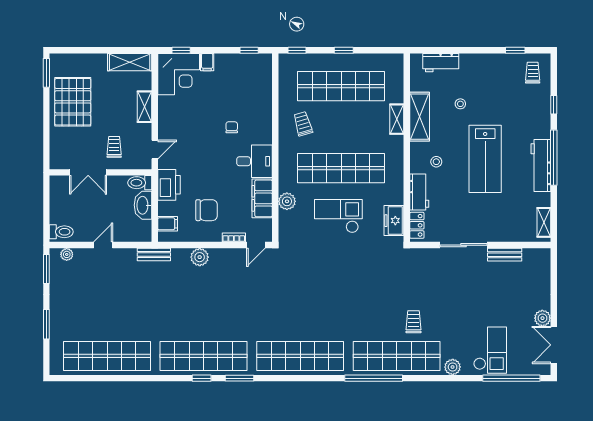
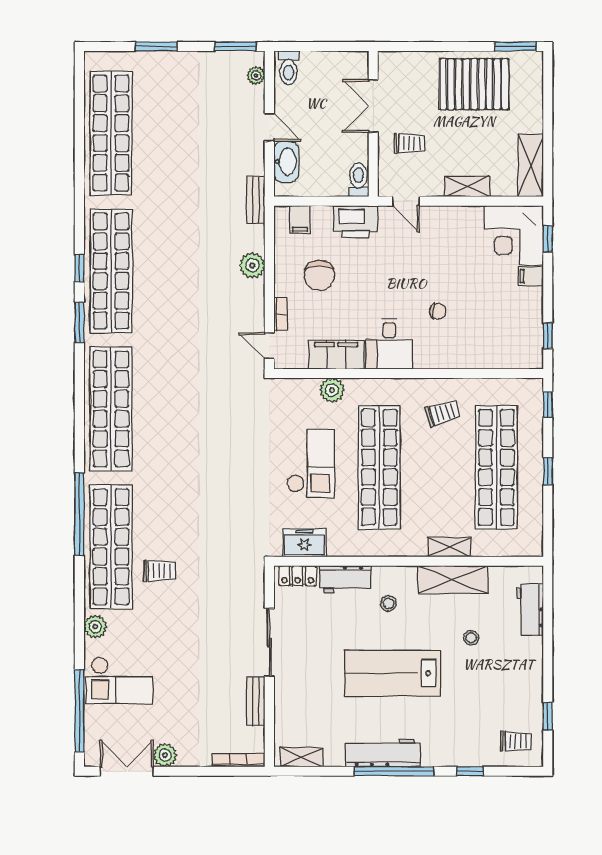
washbasin: (143, 205) -> (286, 162), moved, turned 90
bookcase: (546, 267) -> (238, 760), added

